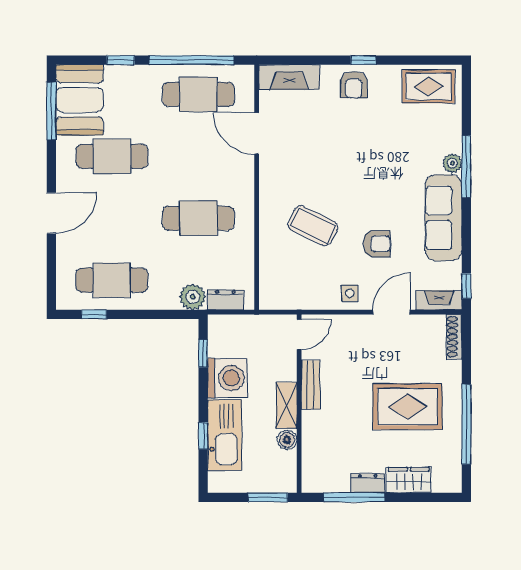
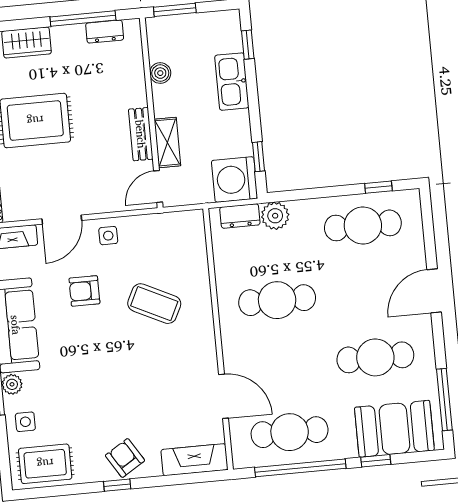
armchair: (354, 85) -> (125, 458), turned -32
booth: (80, 100) -> (394, 429), moved, turned 90
side table: (443, 127) -> (25, 422), added
washing machine: (227, 378) -> (234, 179), moved
shelving: (286, 405) -> (167, 142), moved
kitchen sink: (225, 435) -> (232, 82), width x0.73, depth x0.81
window: (203, 436) -> (248, 45), moved
dresser: (368, 483) -> (105, 32), moved

